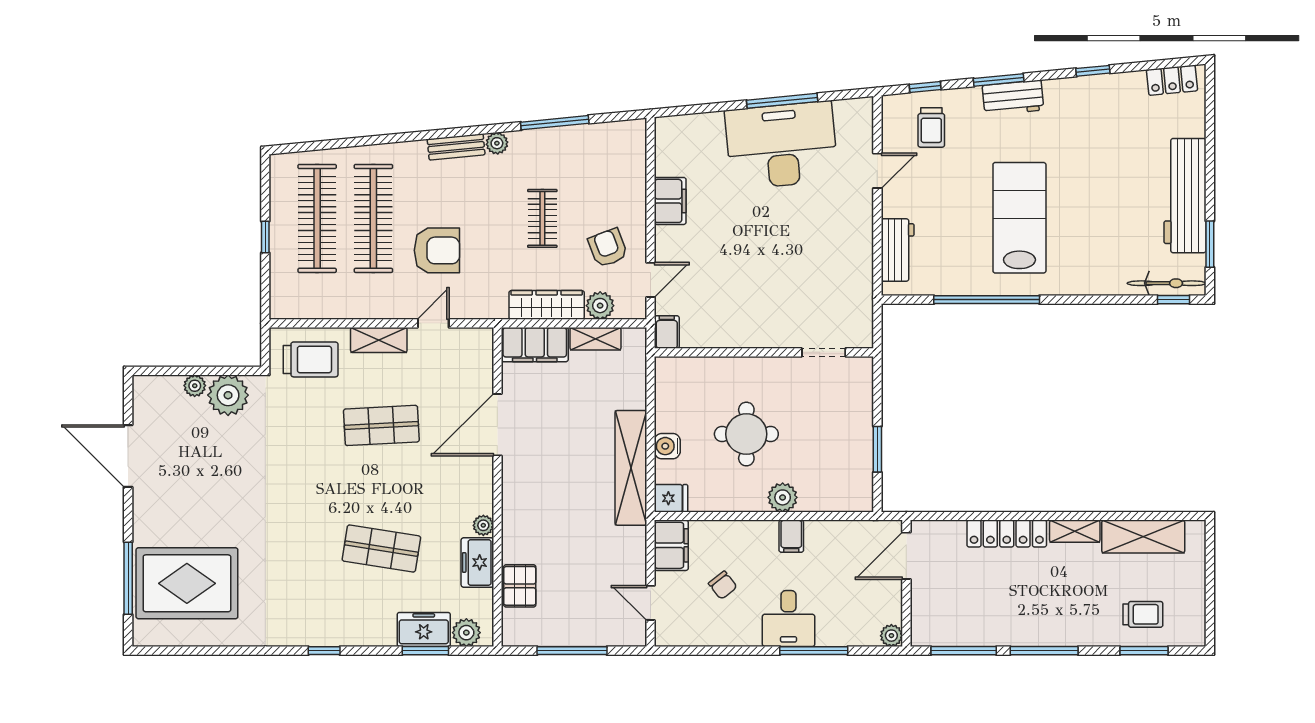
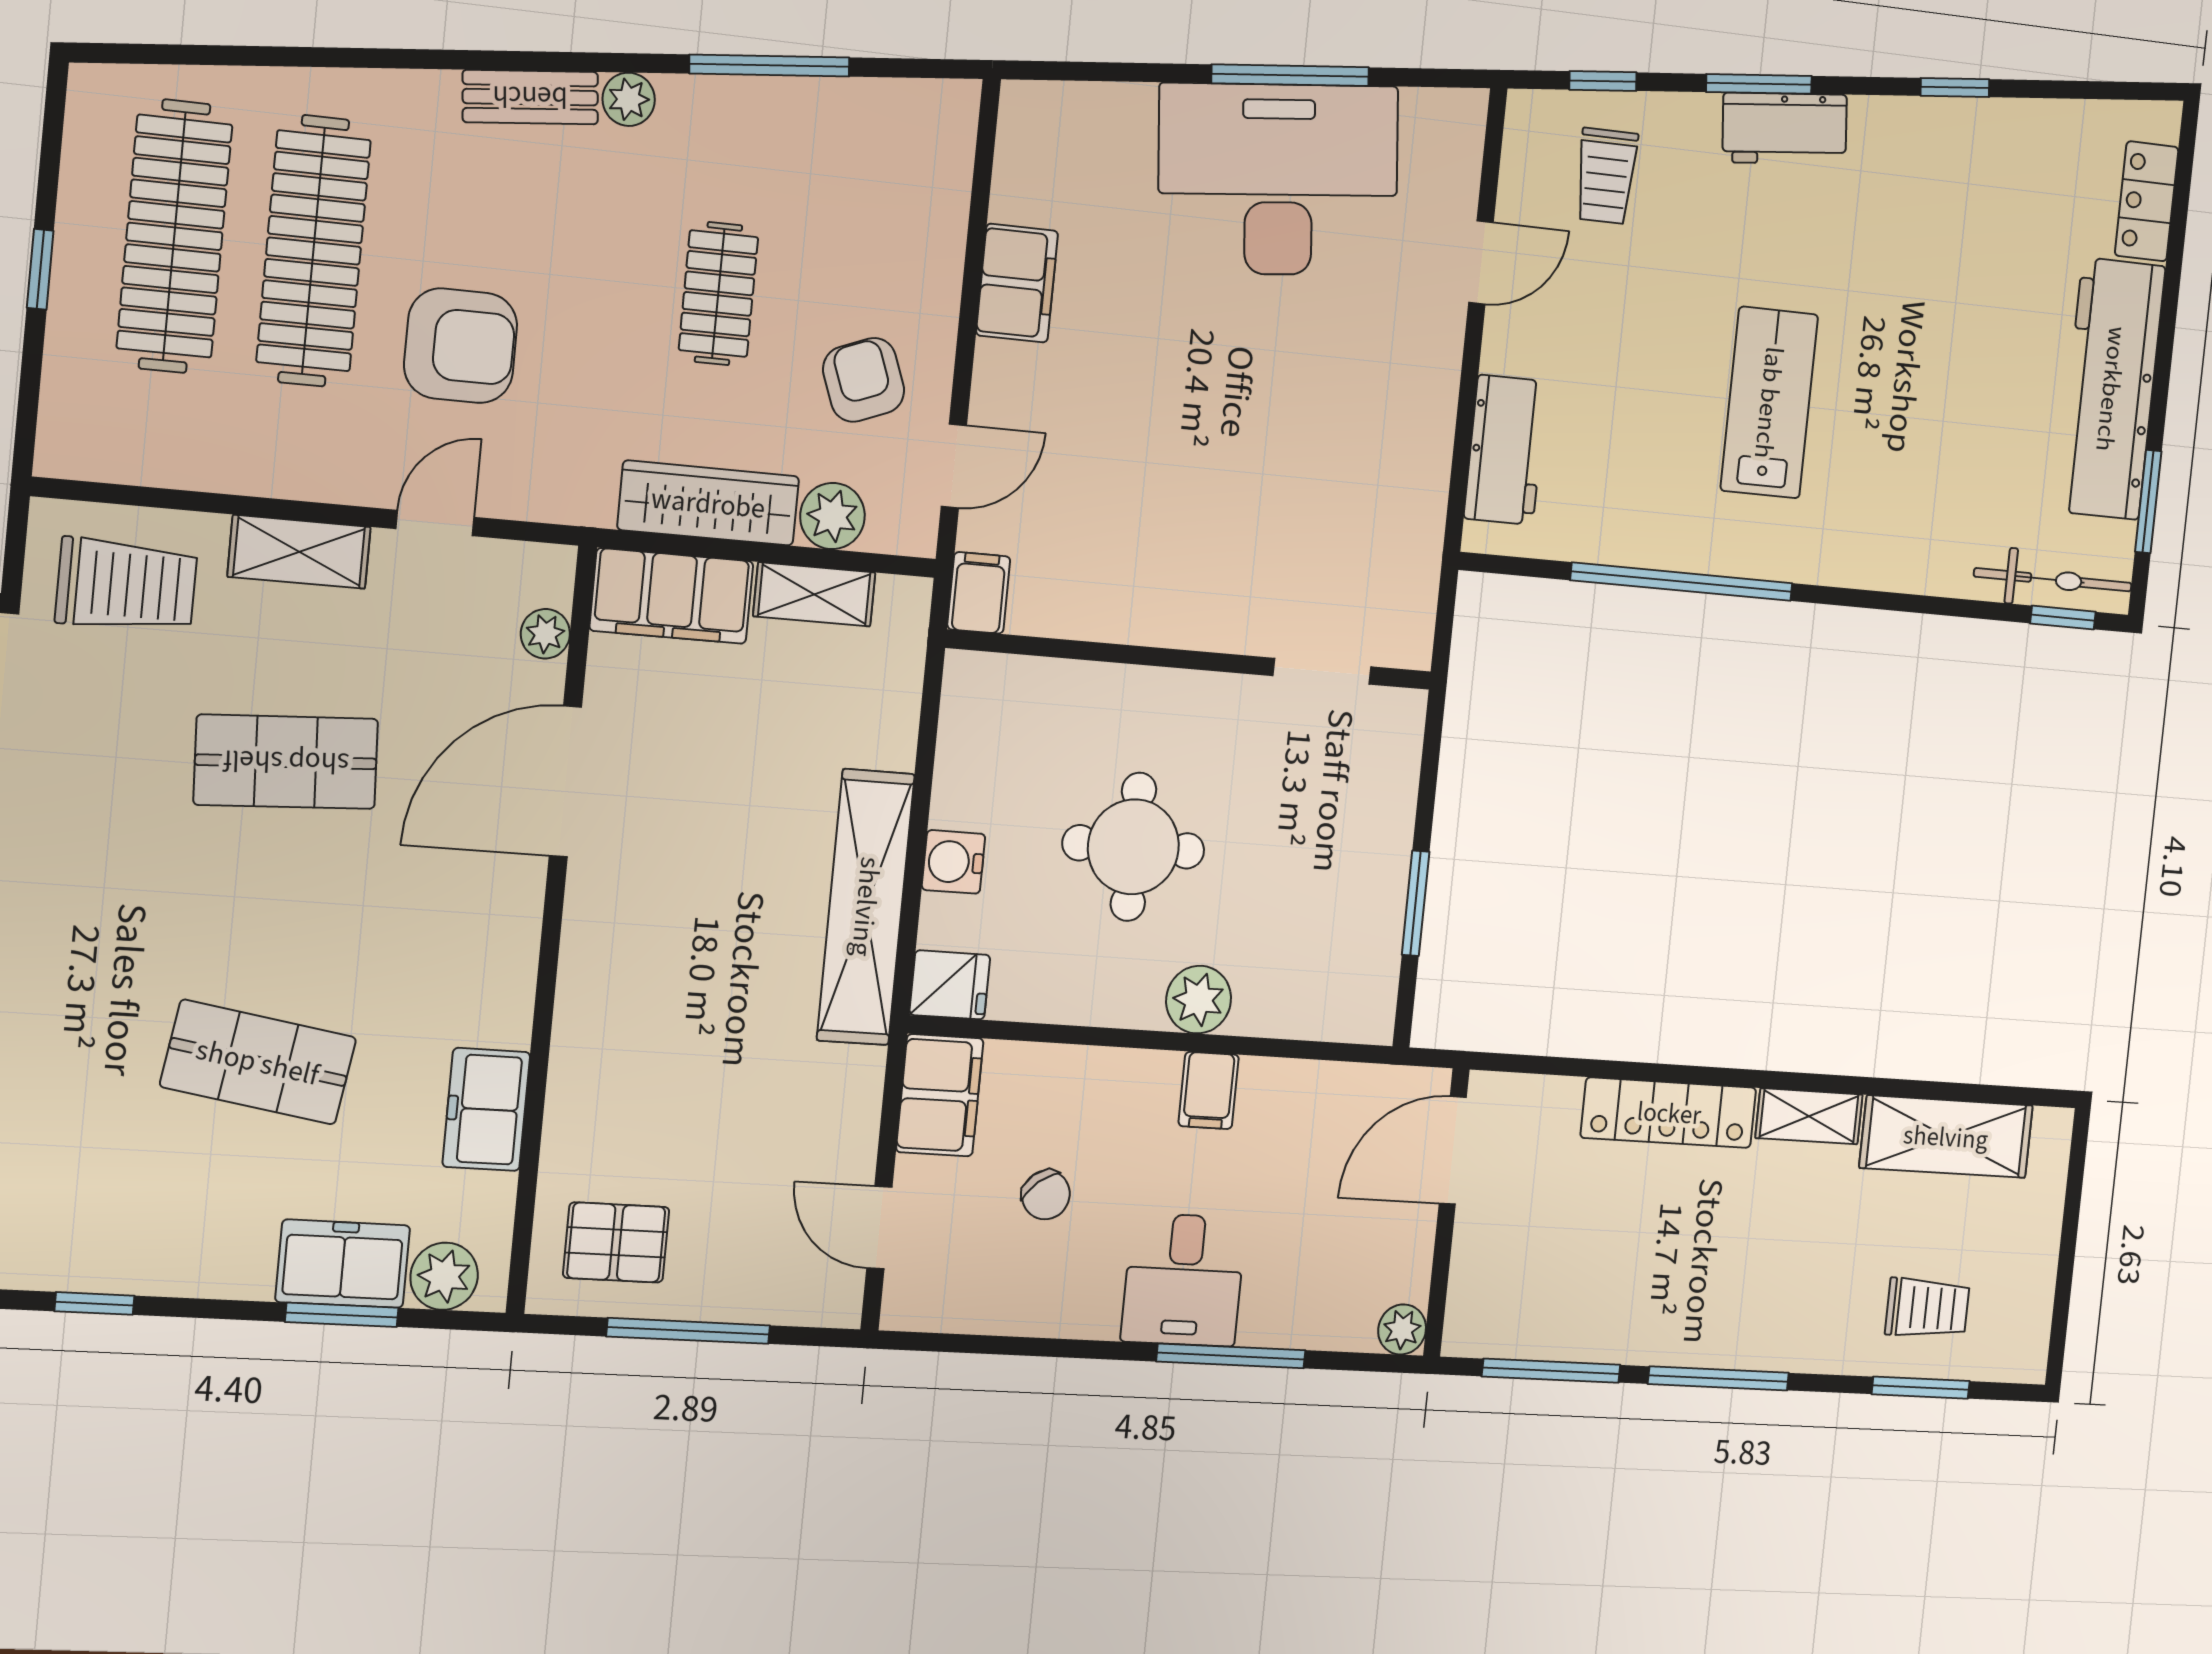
locker: (1172, 80) -> (2147, 201), moved, turned 96
lab bench: (1019, 218) -> (1769, 403), width x0.73, depth x0.72
plant: (483, 525) -> (545, 634), moved
pallet: (520, 586) -> (616, 1242), moved, turned 90

